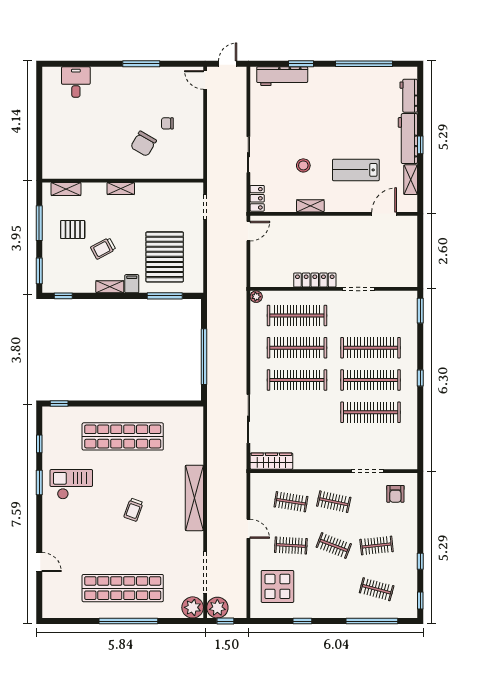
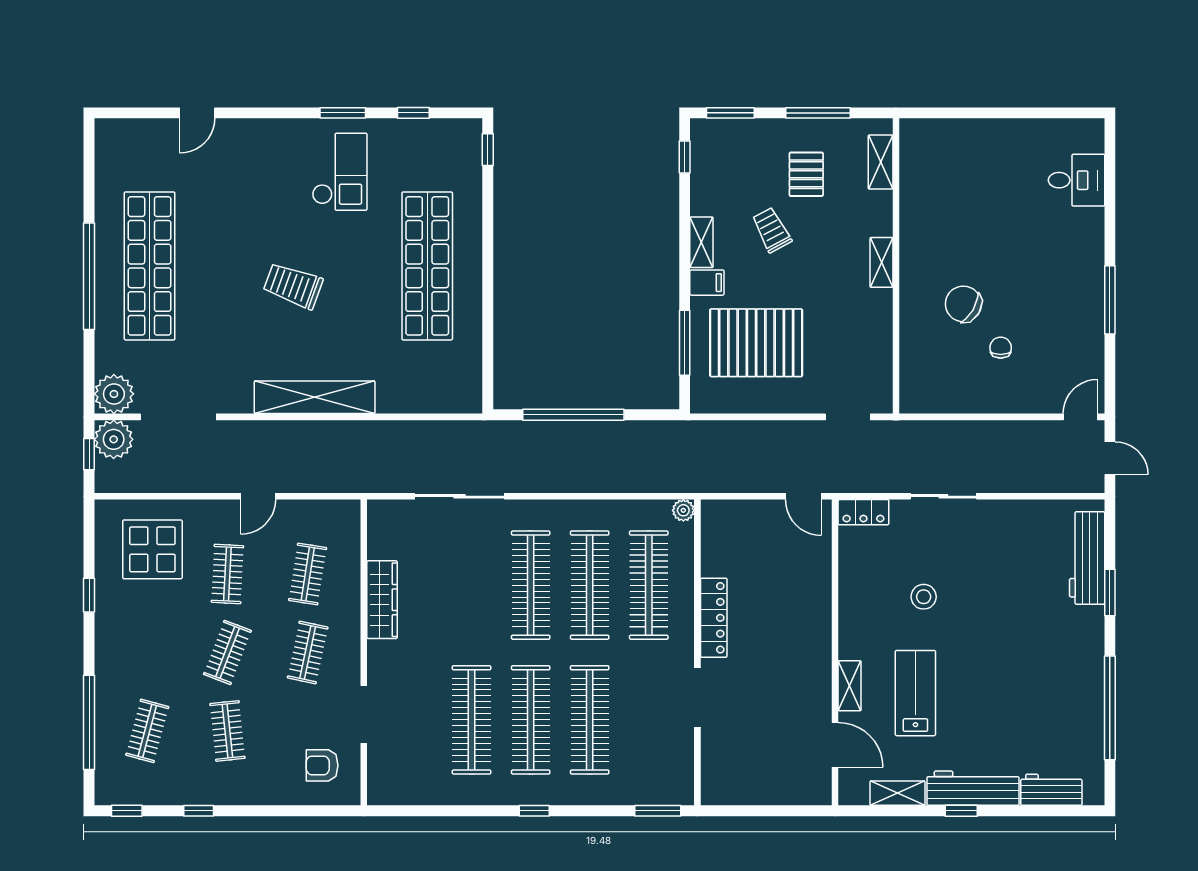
shelving: (310, 206) -> (850, 686), moved
wardrobe: (271, 461) -> (382, 600), moved
trolley: (134, 510) -> (293, 286), width x1.36, depth x1.39

